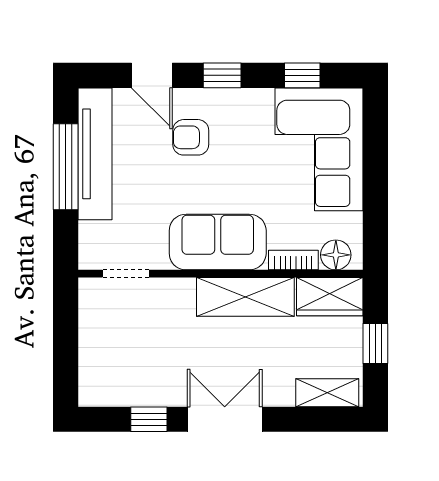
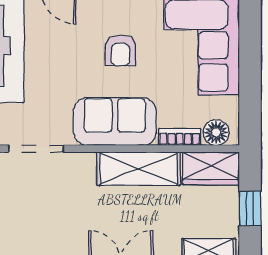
armchair: (191, 137) -> (120, 50), moved, turned -90
doorway: (126, 274) -> (36, 149), width x1.38

